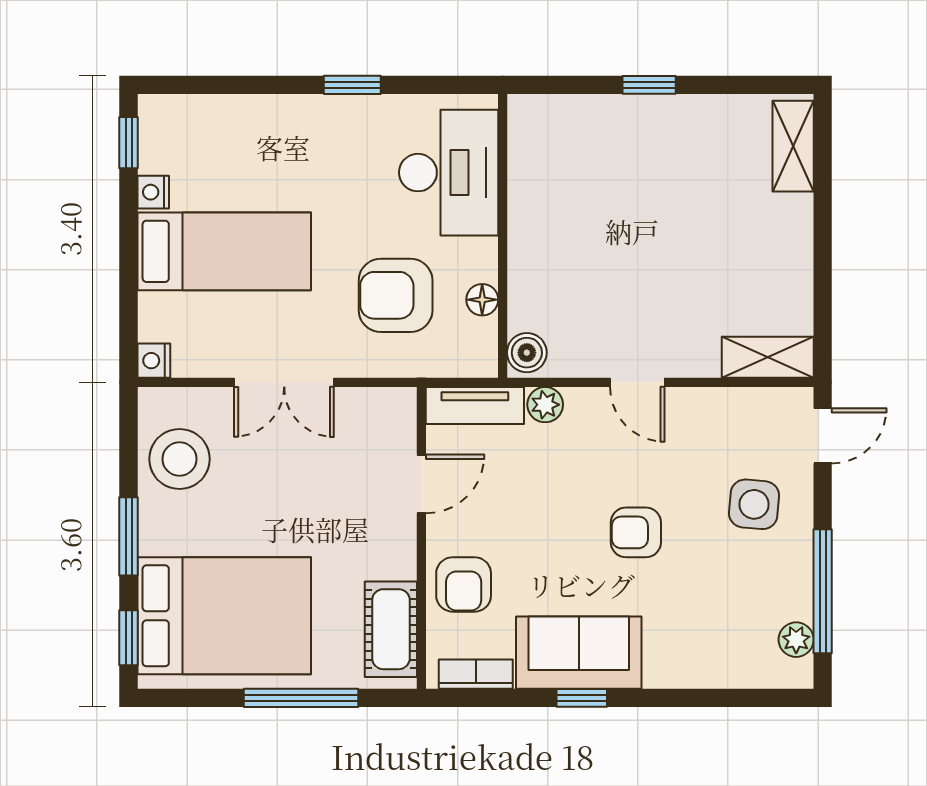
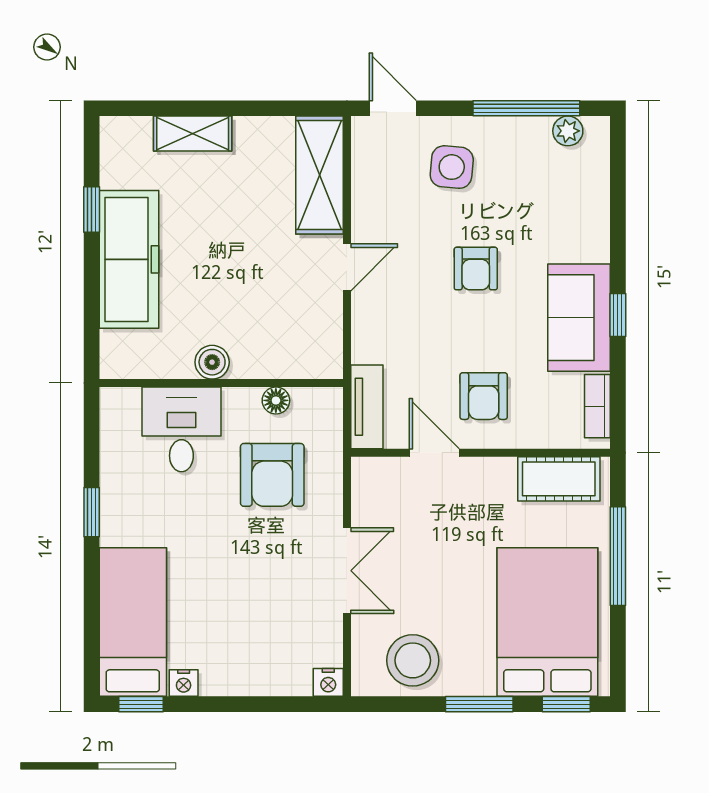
window: (649, 85) -> (92, 209), moved
freezer: (646, 128) -> (129, 259), added
shelving: (793, 146) -> (193, 134), moved
desk: (449, 173) -> (181, 429), width x0.73
bed: (224, 251) -> (133, 622), moved
boiler: (527, 353) -> (212, 362), moved
shelving: (768, 357) -> (319, 175), width x1.50, depth x1.33
plant: (545, 405) -> (366, 346), removed
armchair: (464, 584) -> (484, 396), moved, turned 90

